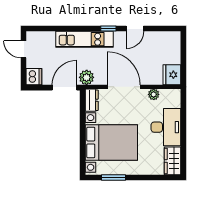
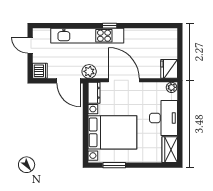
door: (135, 28) -> (134, 26), removed
kitchen unit: (84, 39) -> (87, 36), width x1.36
door: (64, 88) -> (68, 81), swing flipped
plant: (154, 94) -> (172, 87), moved

